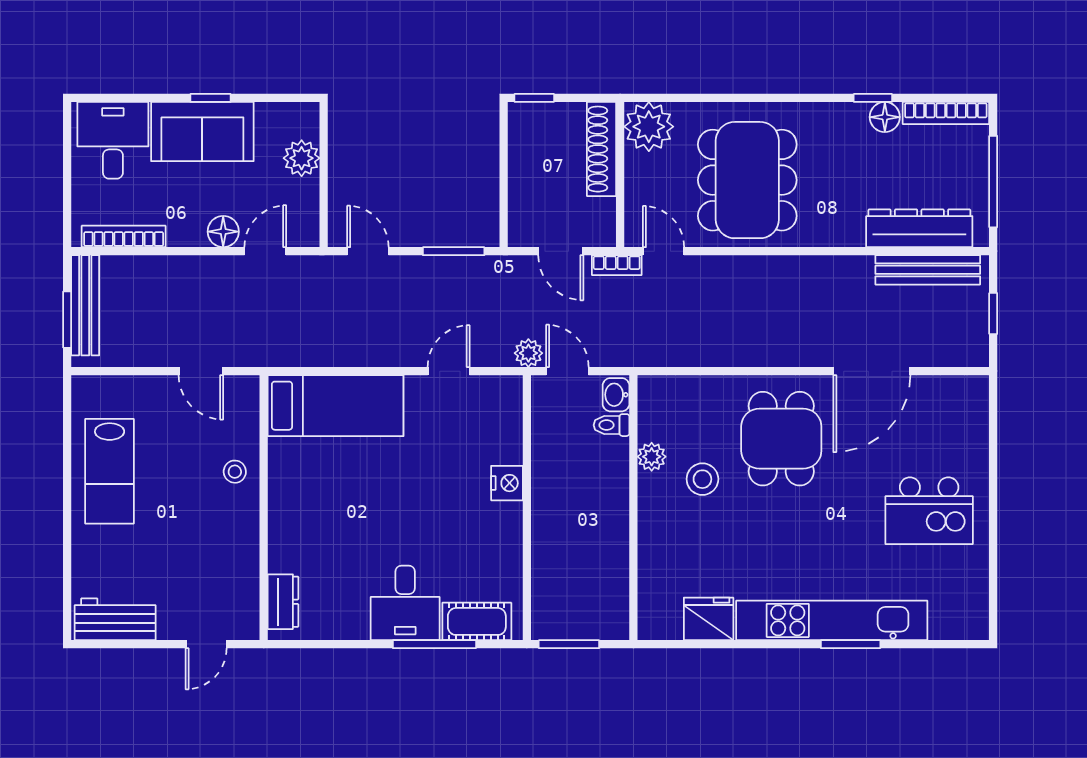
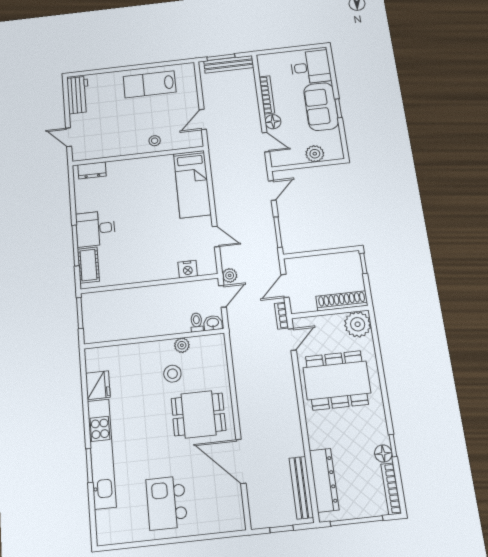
bookcase: (124, 236) -> (267, 95), moved
nightstand: (507, 483) -> (188, 269), moved

